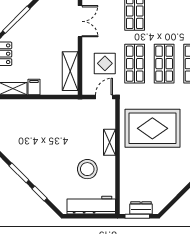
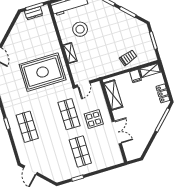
double door: (80, 21) -> (117, 132), swing flipped
display table: (105, 63) -> (94, 119), moved
shop shelf: (164, 64) -> (48, 120), removed
trolley: (36, 114) -> (128, 58), added

